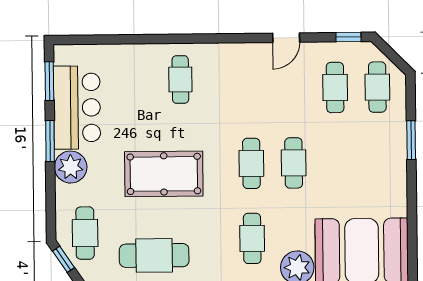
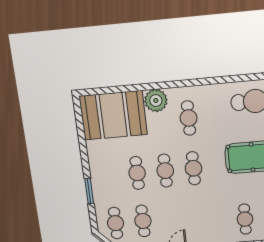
cafe table: (336, 163) -> (137, 173), added

